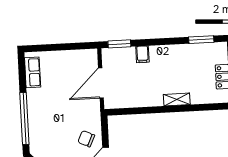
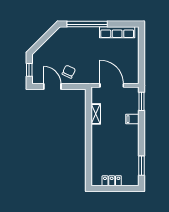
row of seats: (33, 72) -> (117, 32), width x1.48
shelving: (177, 99) -> (96, 114), moved

